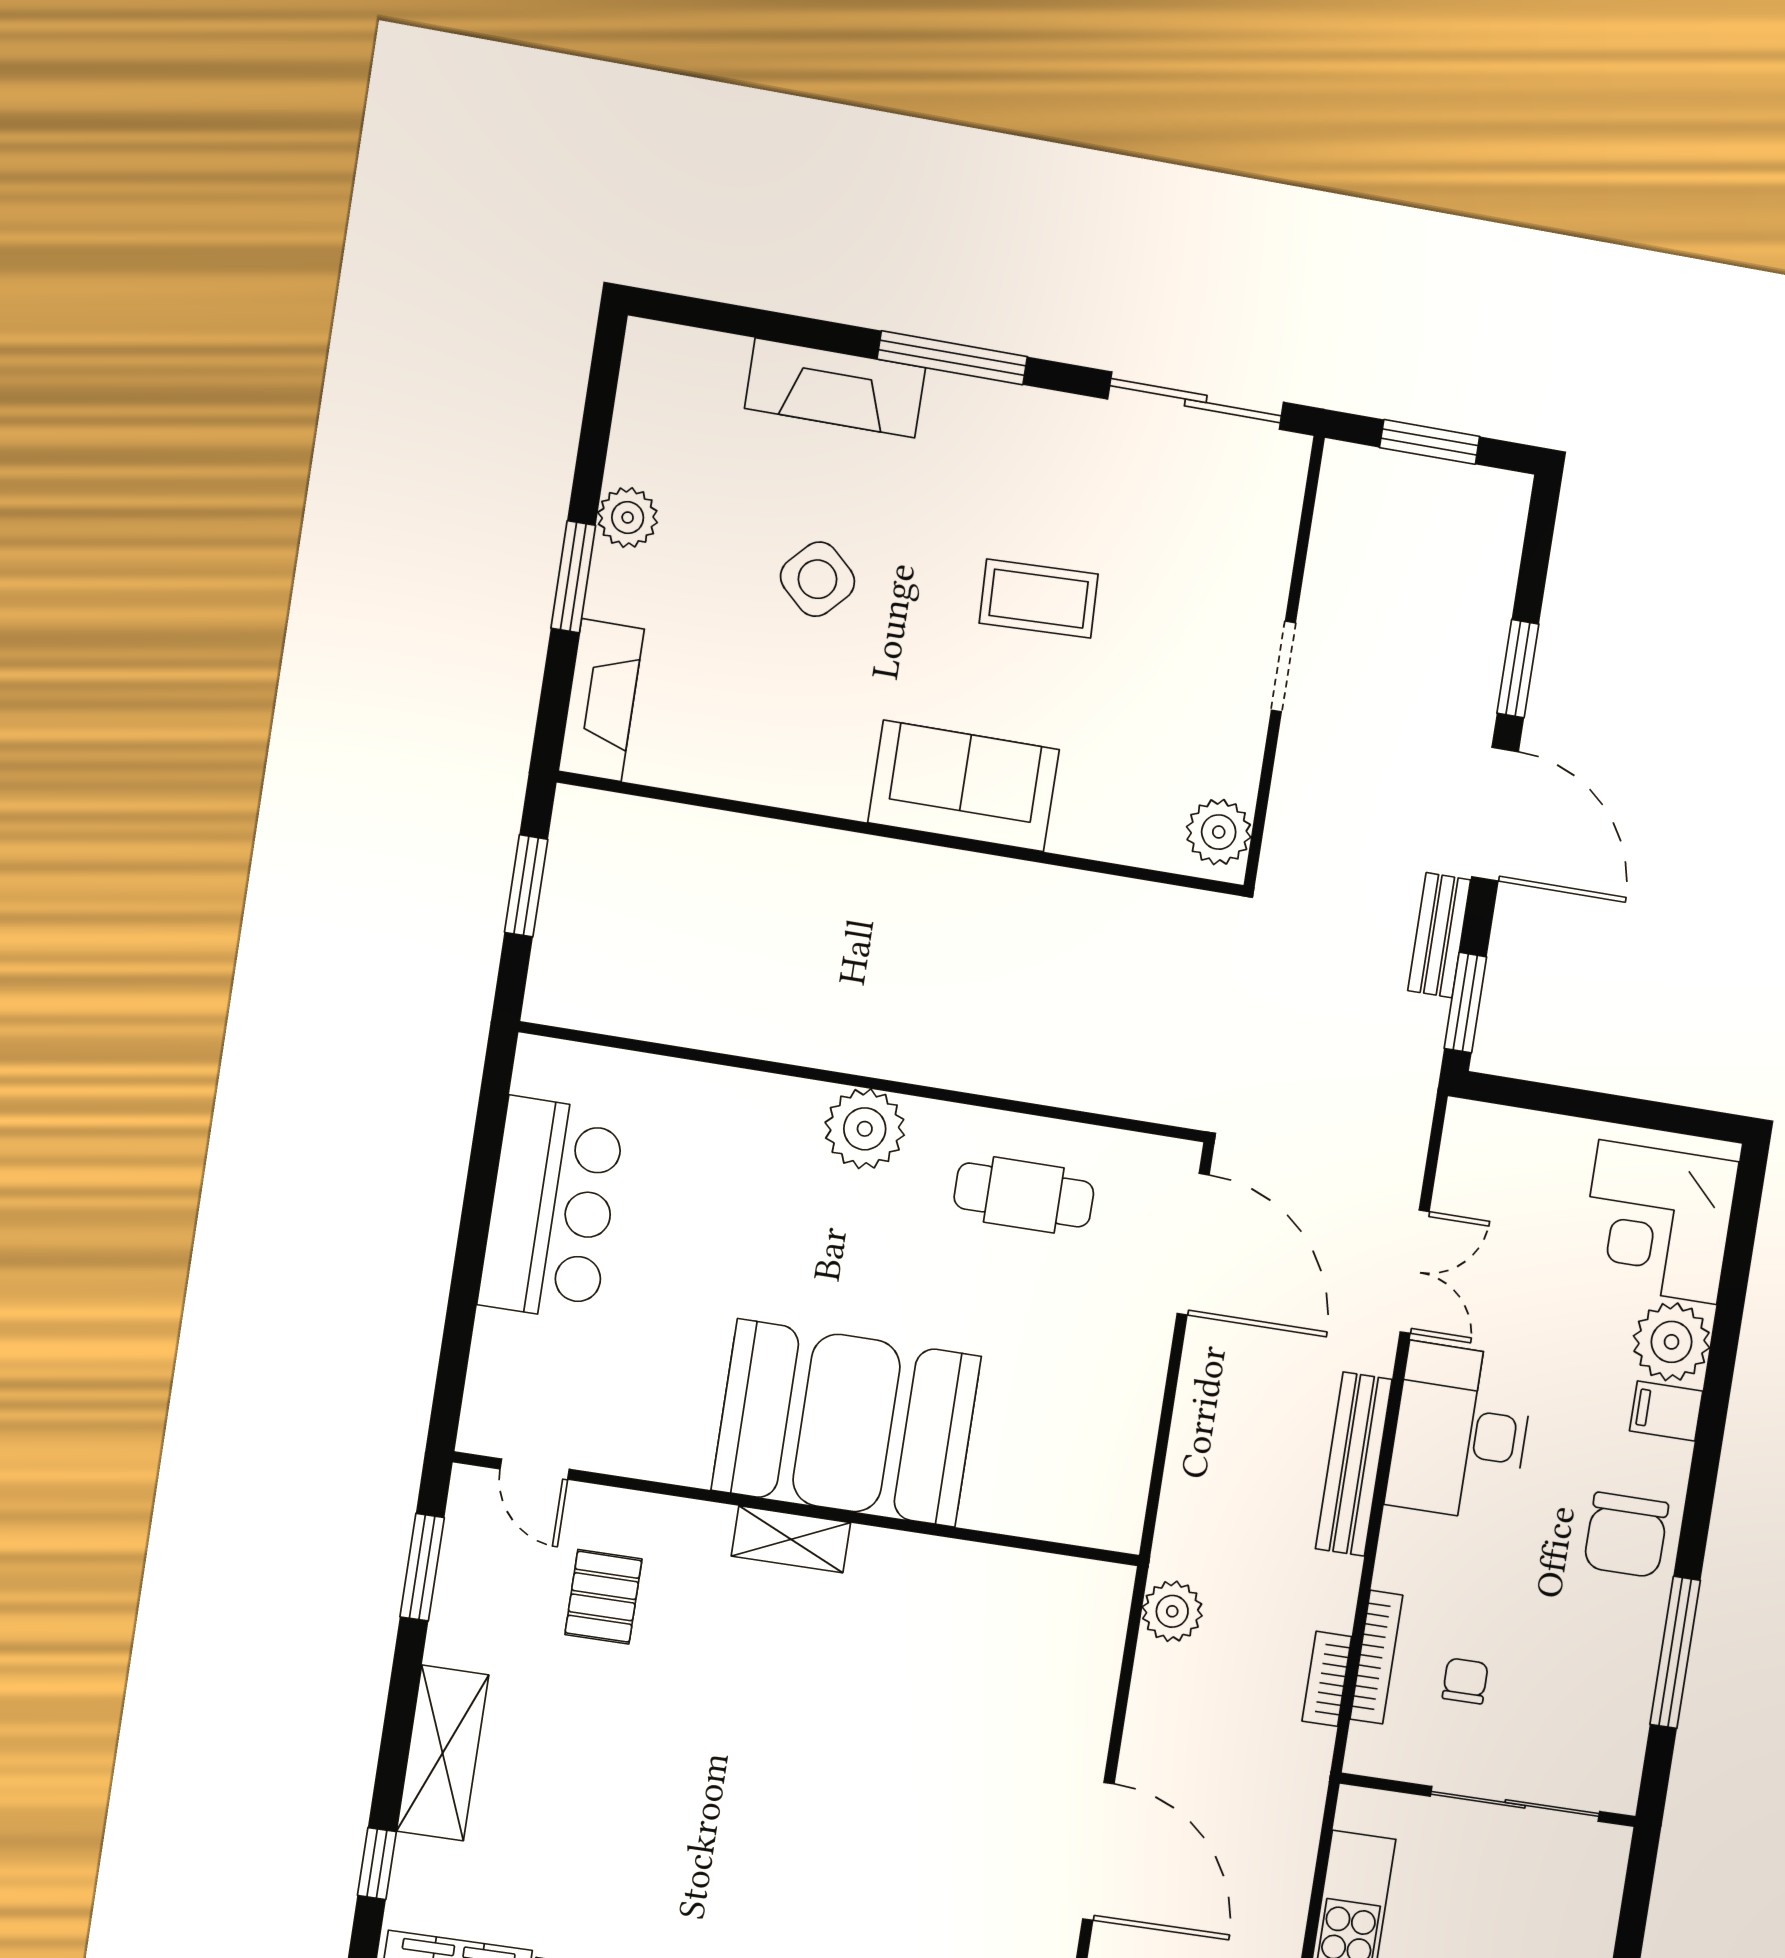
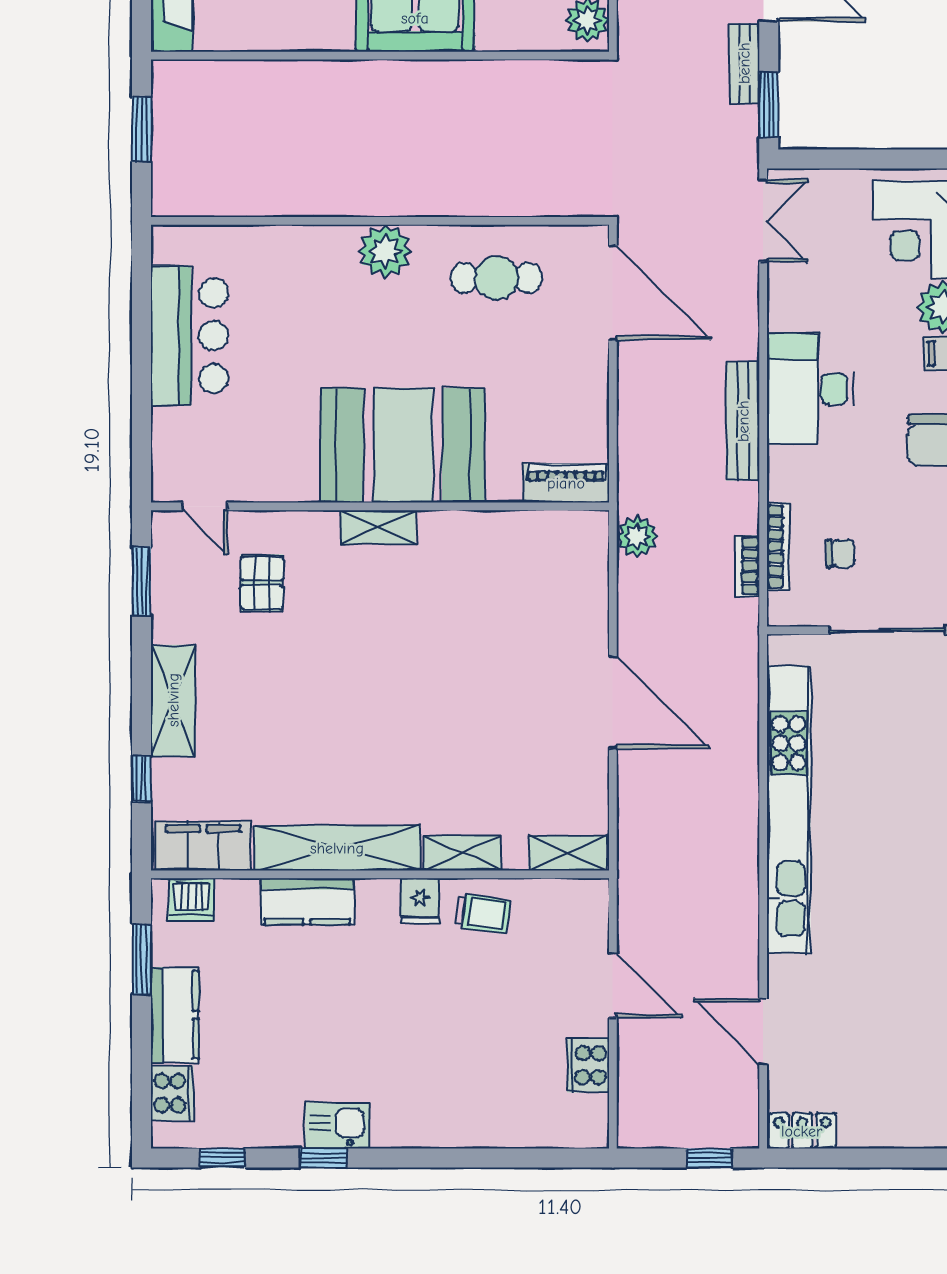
double door: (1415, 1272) -> (763, 221), moved
piano: (1080, 1517) -> (566, 483), added
chair: (1465, 1681) -> (840, 553), turned 90

